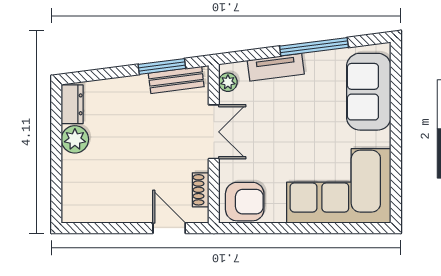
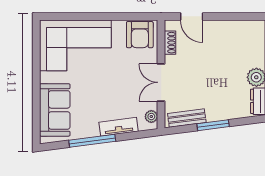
window: (162, 66) -> (213, 125), moved
armchair: (245, 202) -> (140, 35), turned -90

